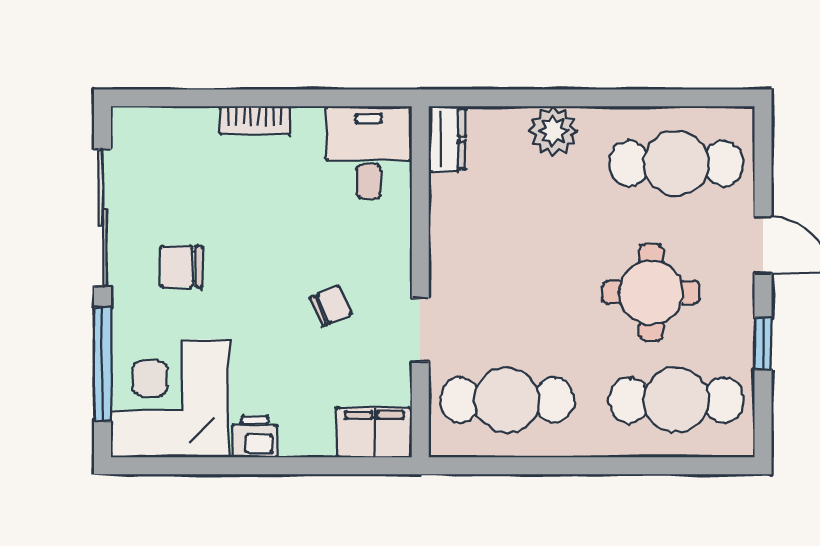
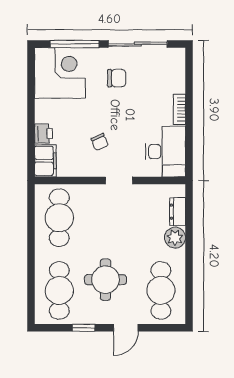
dresser: (447, 139) -> (178, 212), moved, turned 90
desk: (369, 153) -> (165, 151), width x1.37
chair: (182, 266) -> (117, 78), turned 90
doorway: (420, 330) -> (119, 180), moved
printer: (255, 437) -> (44, 134), moved

